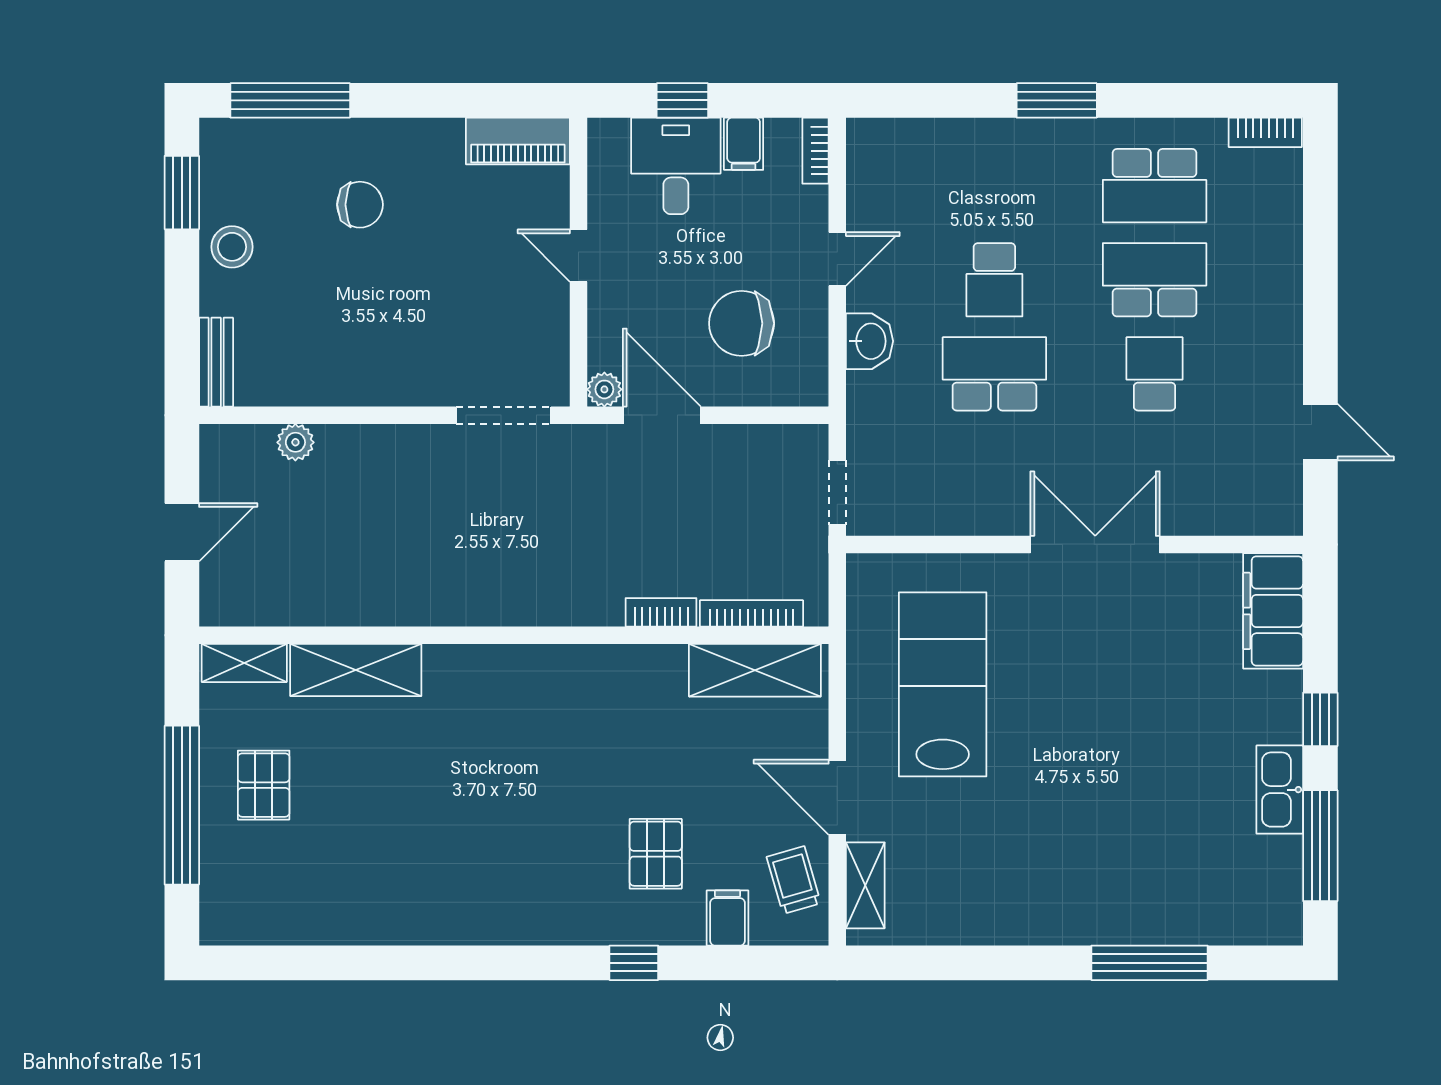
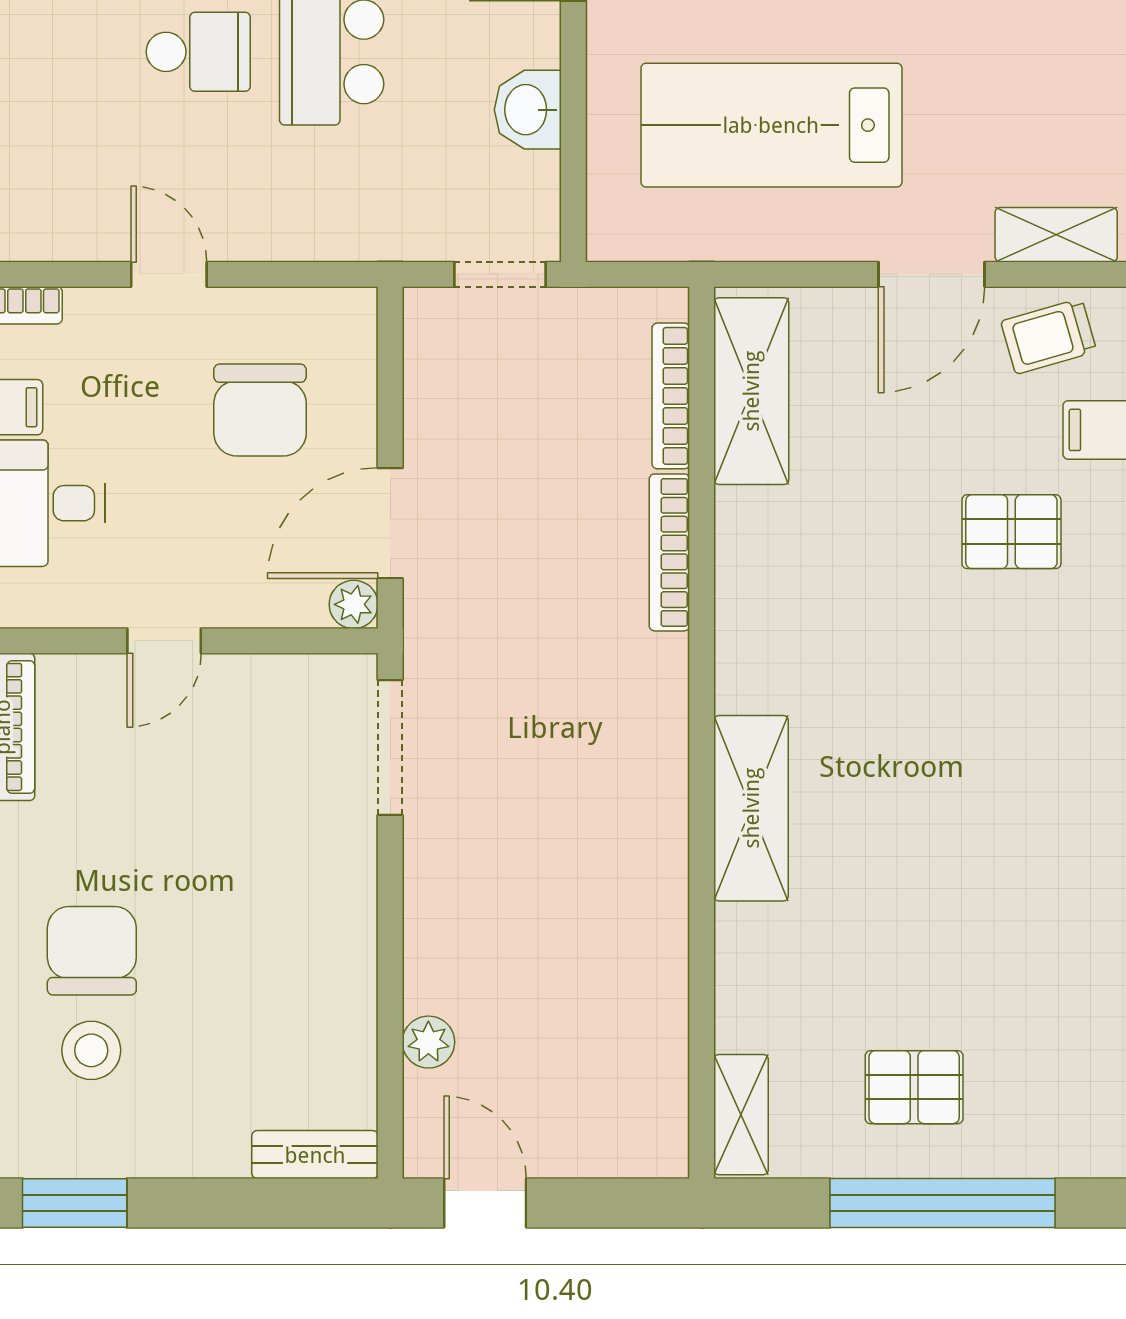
chair: (360, 205) -> (92, 951), width x1.37, depth x1.37
stool: (232, 247) -> (91, 1050), moved
washbasin: (870, 341) -> (528, 110), moved, turned -90
door: (182, 532) -> (485, 1203), moved
bookcase: (661, 612) -> (669, 552), width x1.56
shelving: (356, 670) -> (751, 808), moved

